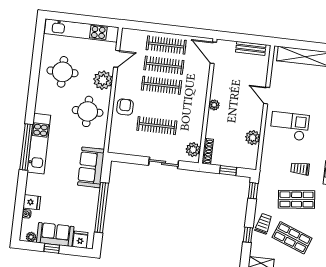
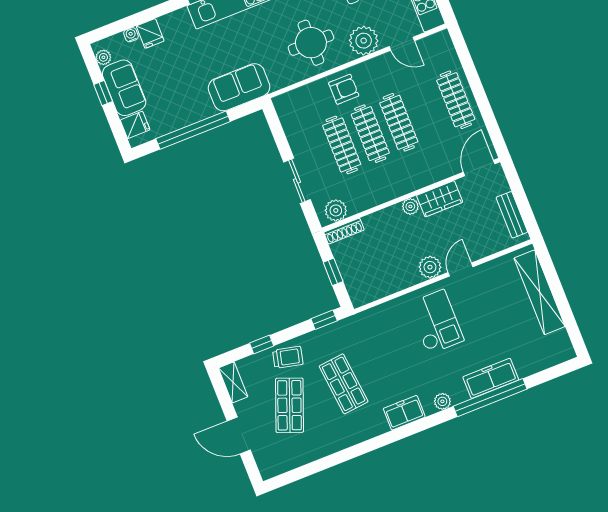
clothes rail: (164, 65) -> (370, 134), moved
wardrobe: (219, 85) -> (440, 199), added
plant: (253, 138) -> (430, 267), moved
trolley: (300, 169) -> (387, 366), removed

